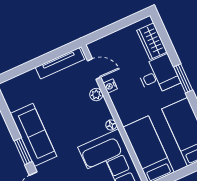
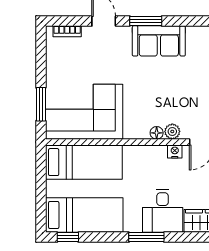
floor lamp: (111, 125) -> (157, 133), moved
sofa: (34, 135) -> (159, 41), width x0.73

